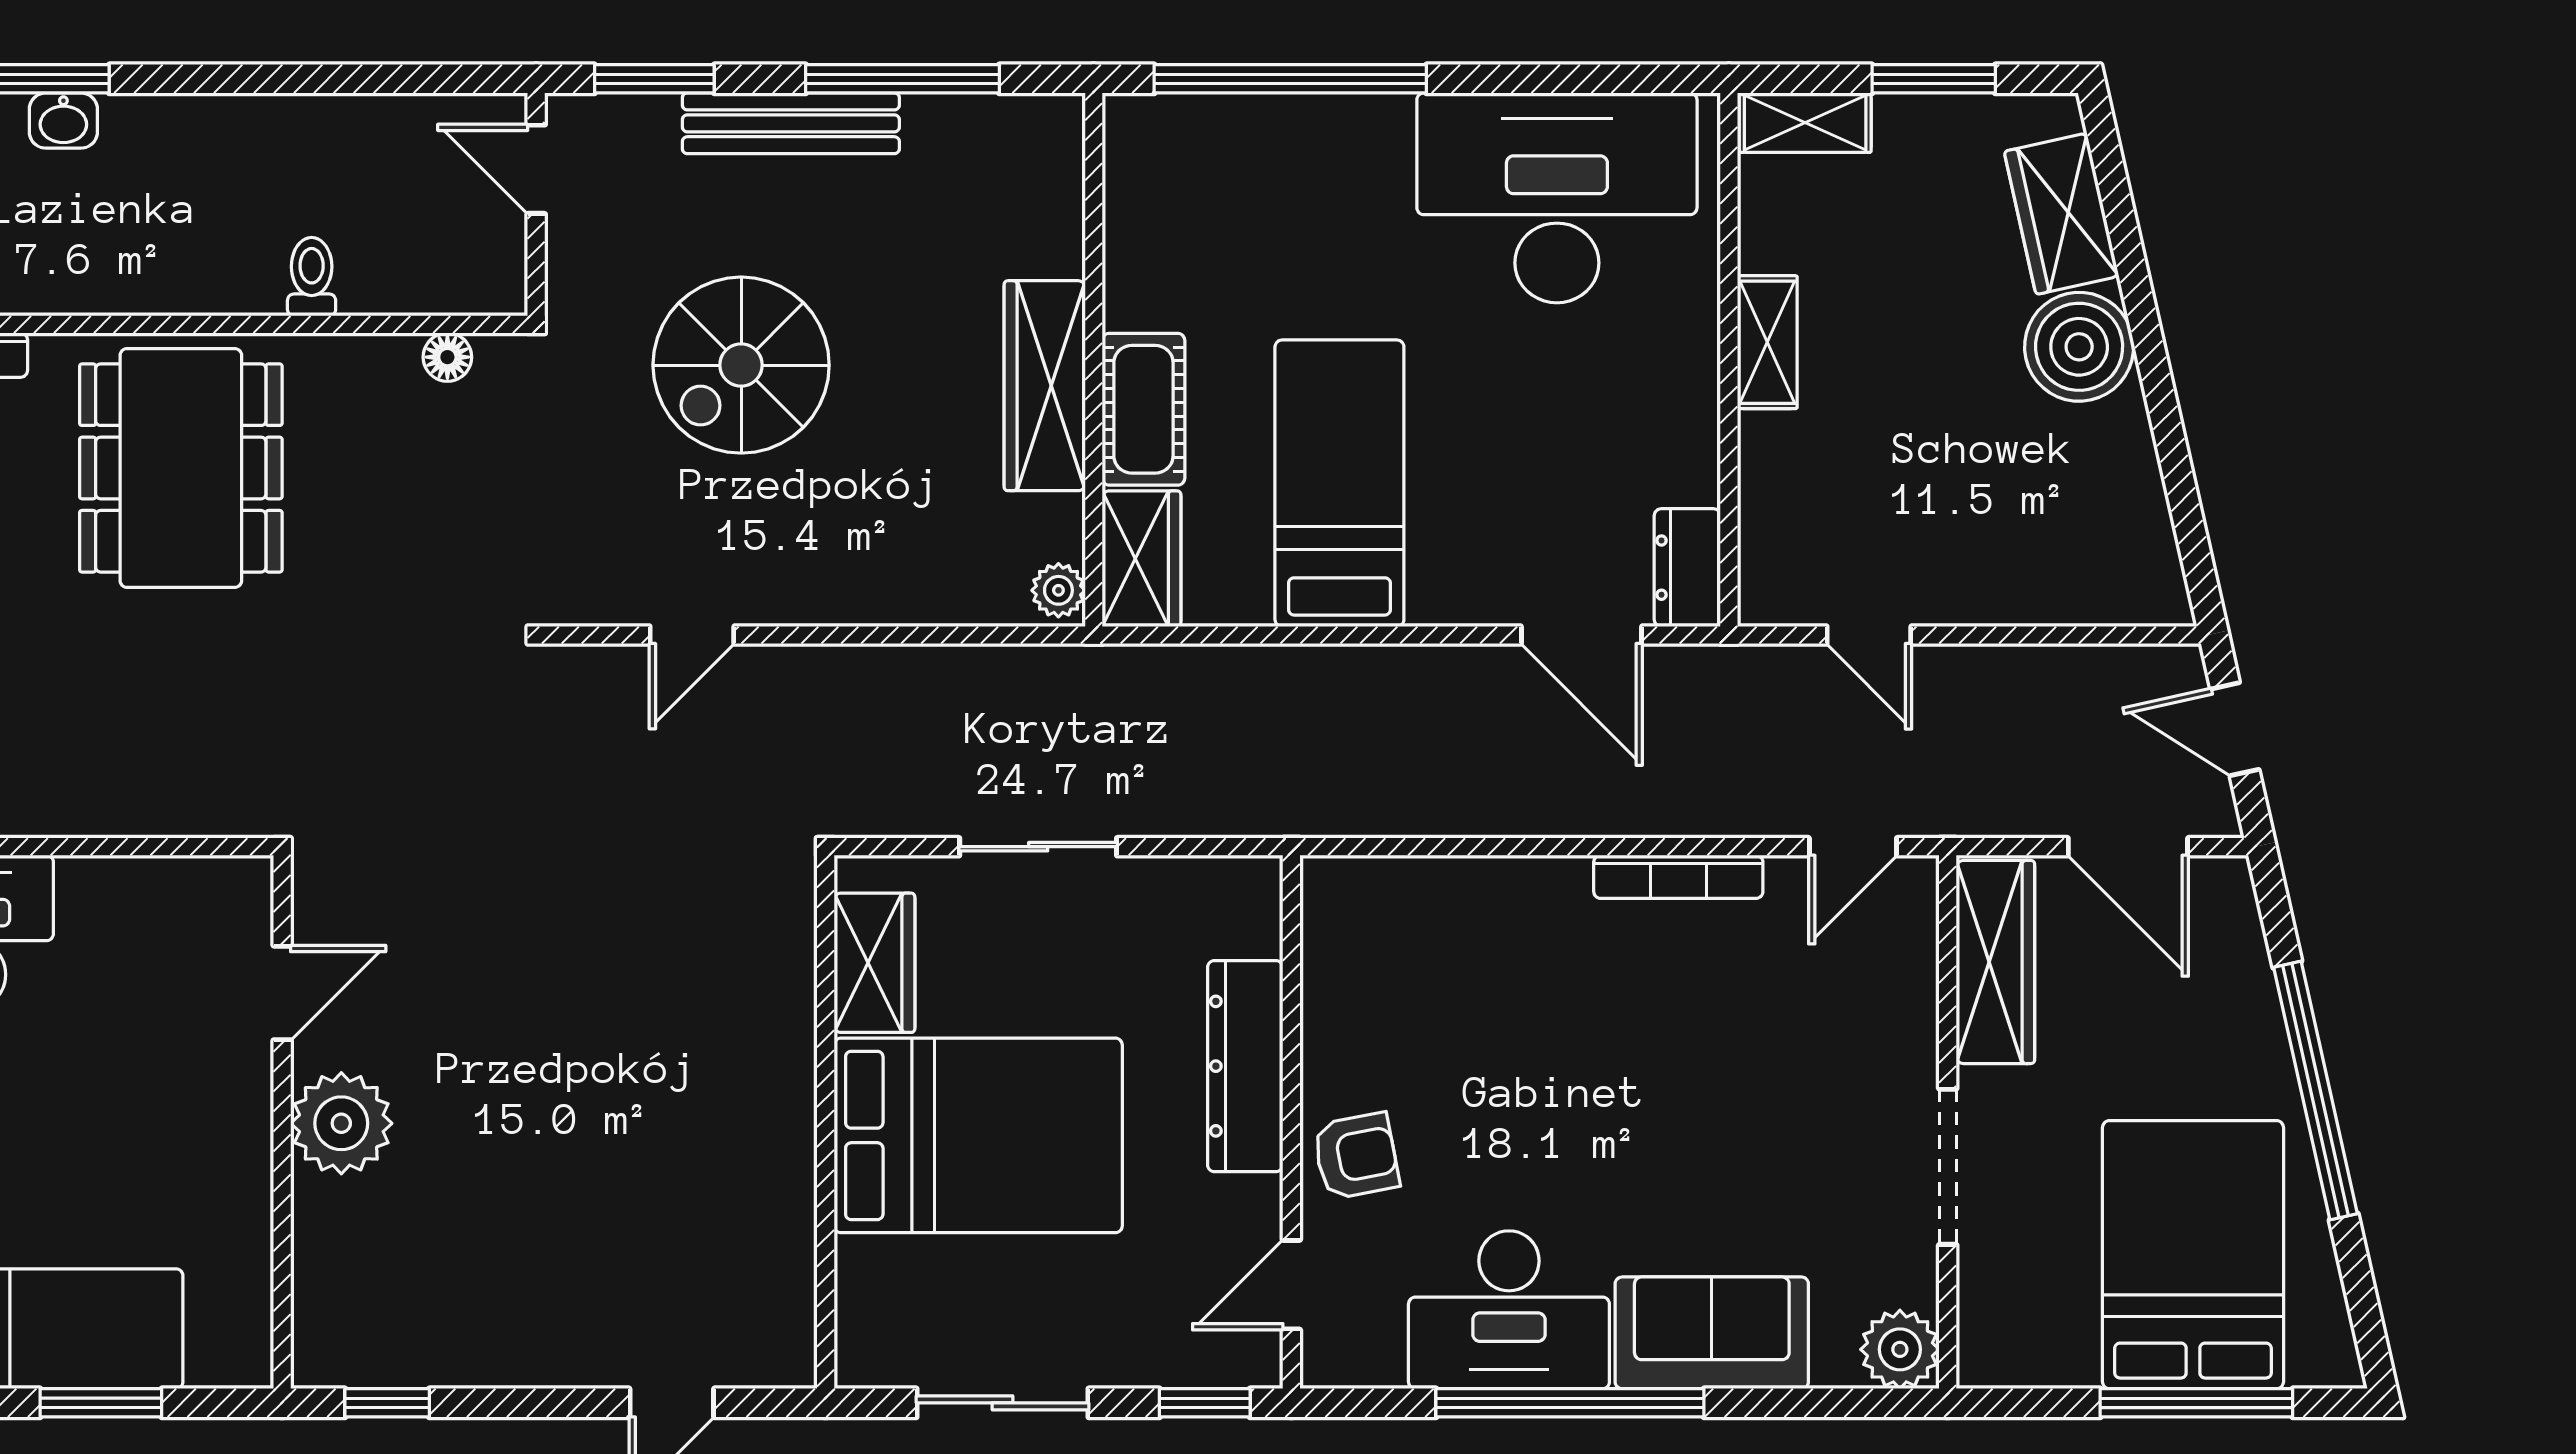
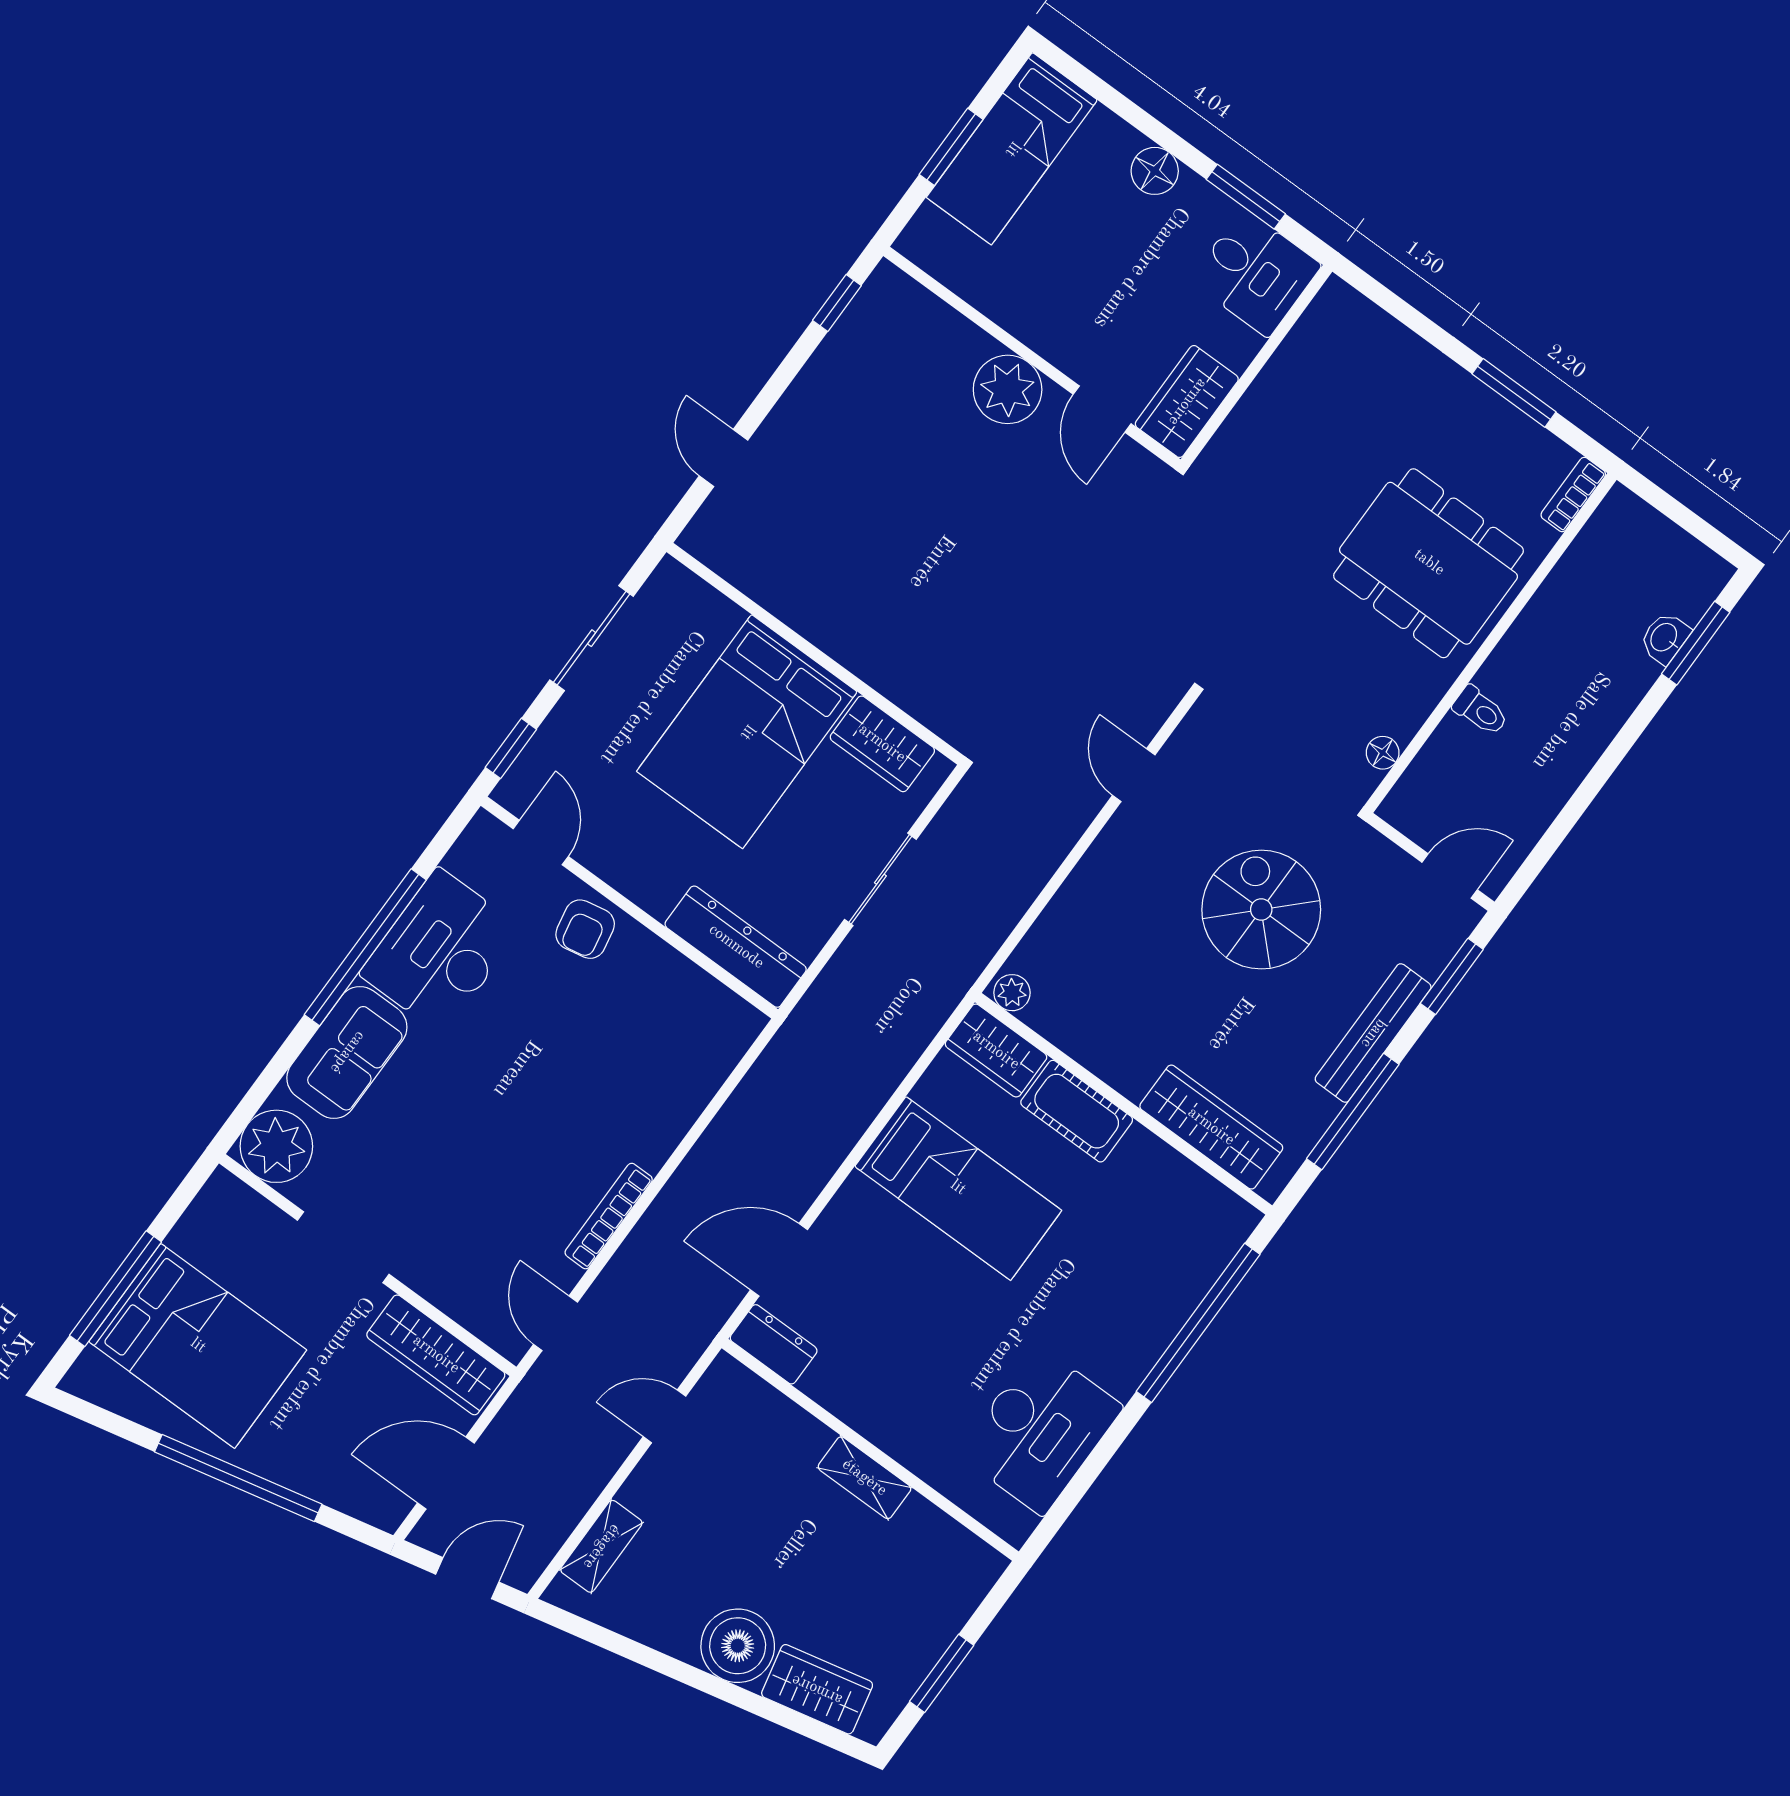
shelving: (1805, 123) -> (601, 1546), moved
desk: (1557, 198) -> (1040, 1430), width x0.73, depth x0.77
wardrobe: (1045, 386) -> (1211, 1127), moved
wardrobe: (199, 898) -> (1187, 402), added
dresser: (1245, 1066) -> (736, 947), moved
plant: (1900, 1349) -> (276, 1146), width x1.36, depth x1.36

